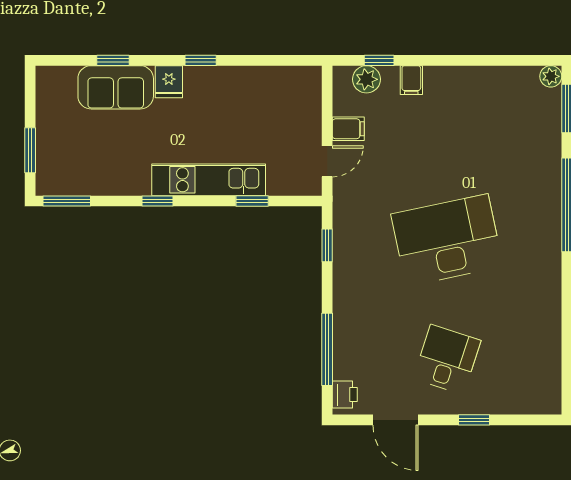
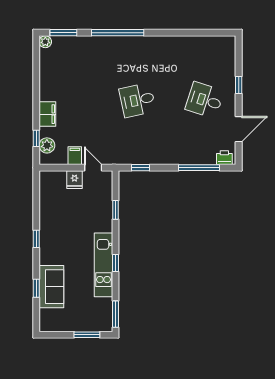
filing cabinet: (411, 80) -> (47, 114), width x2.00
fridge: (169, 82) -> (74, 180), moved, turned 90
kitchen unit: (209, 180) -> (103, 265), moved
desk: (447, 240) -> (137, 100), width x0.53, depth x0.77

